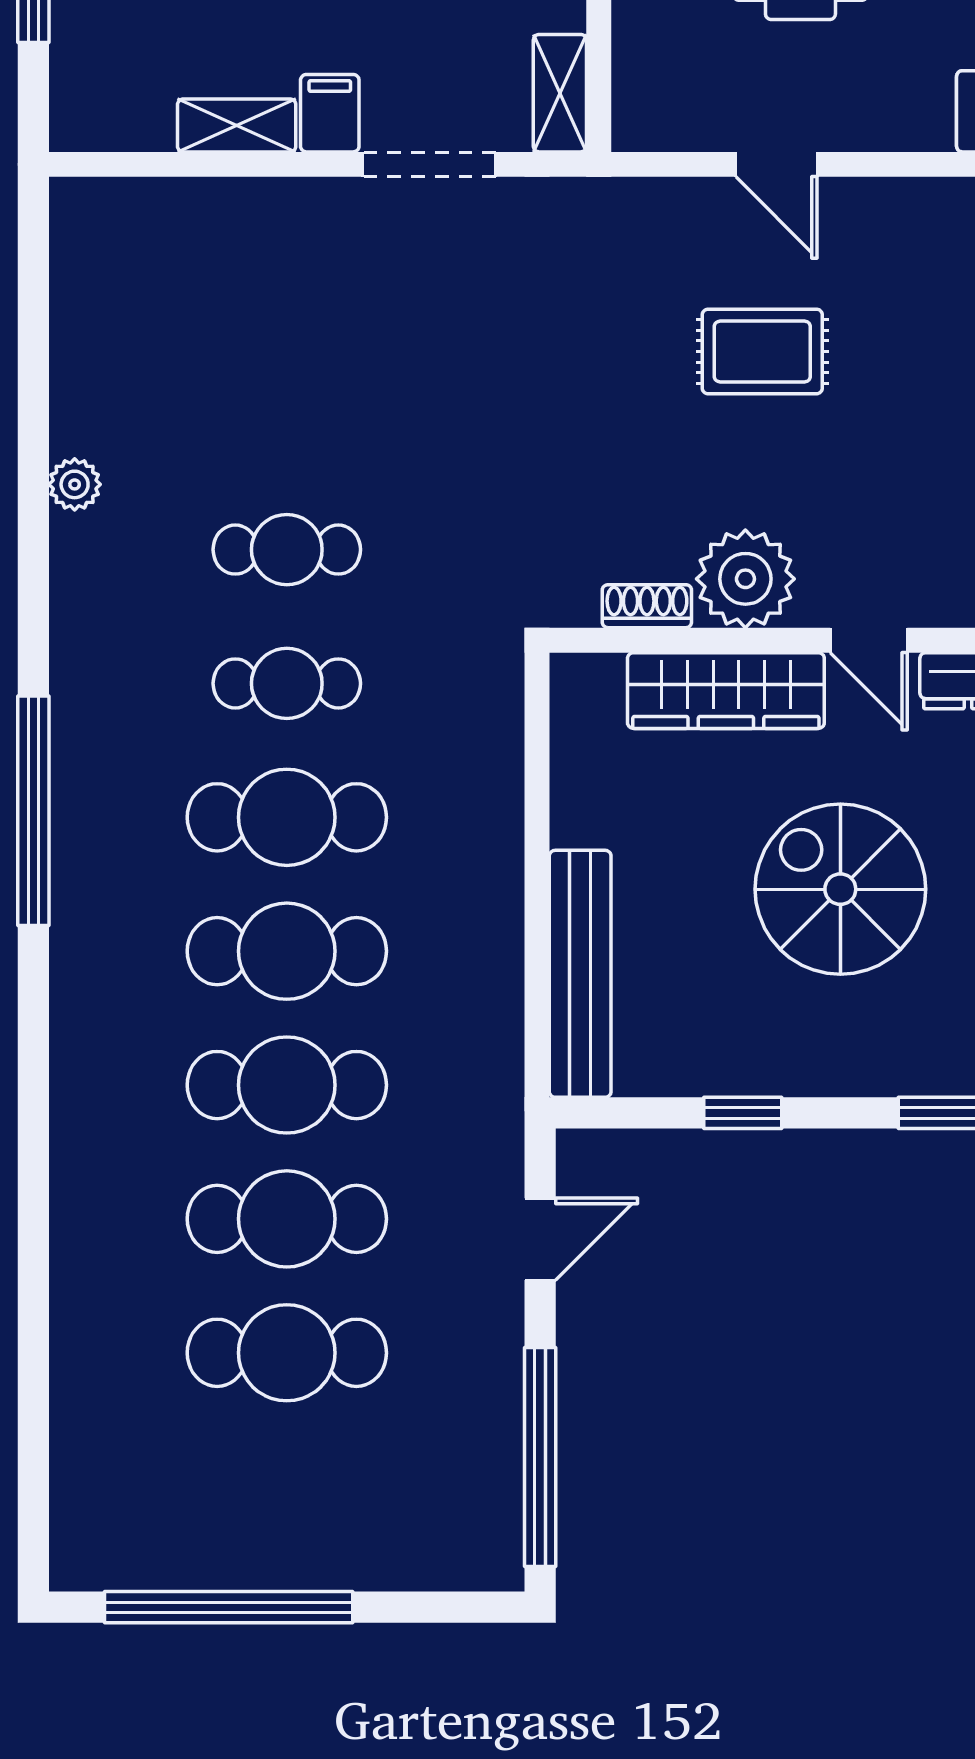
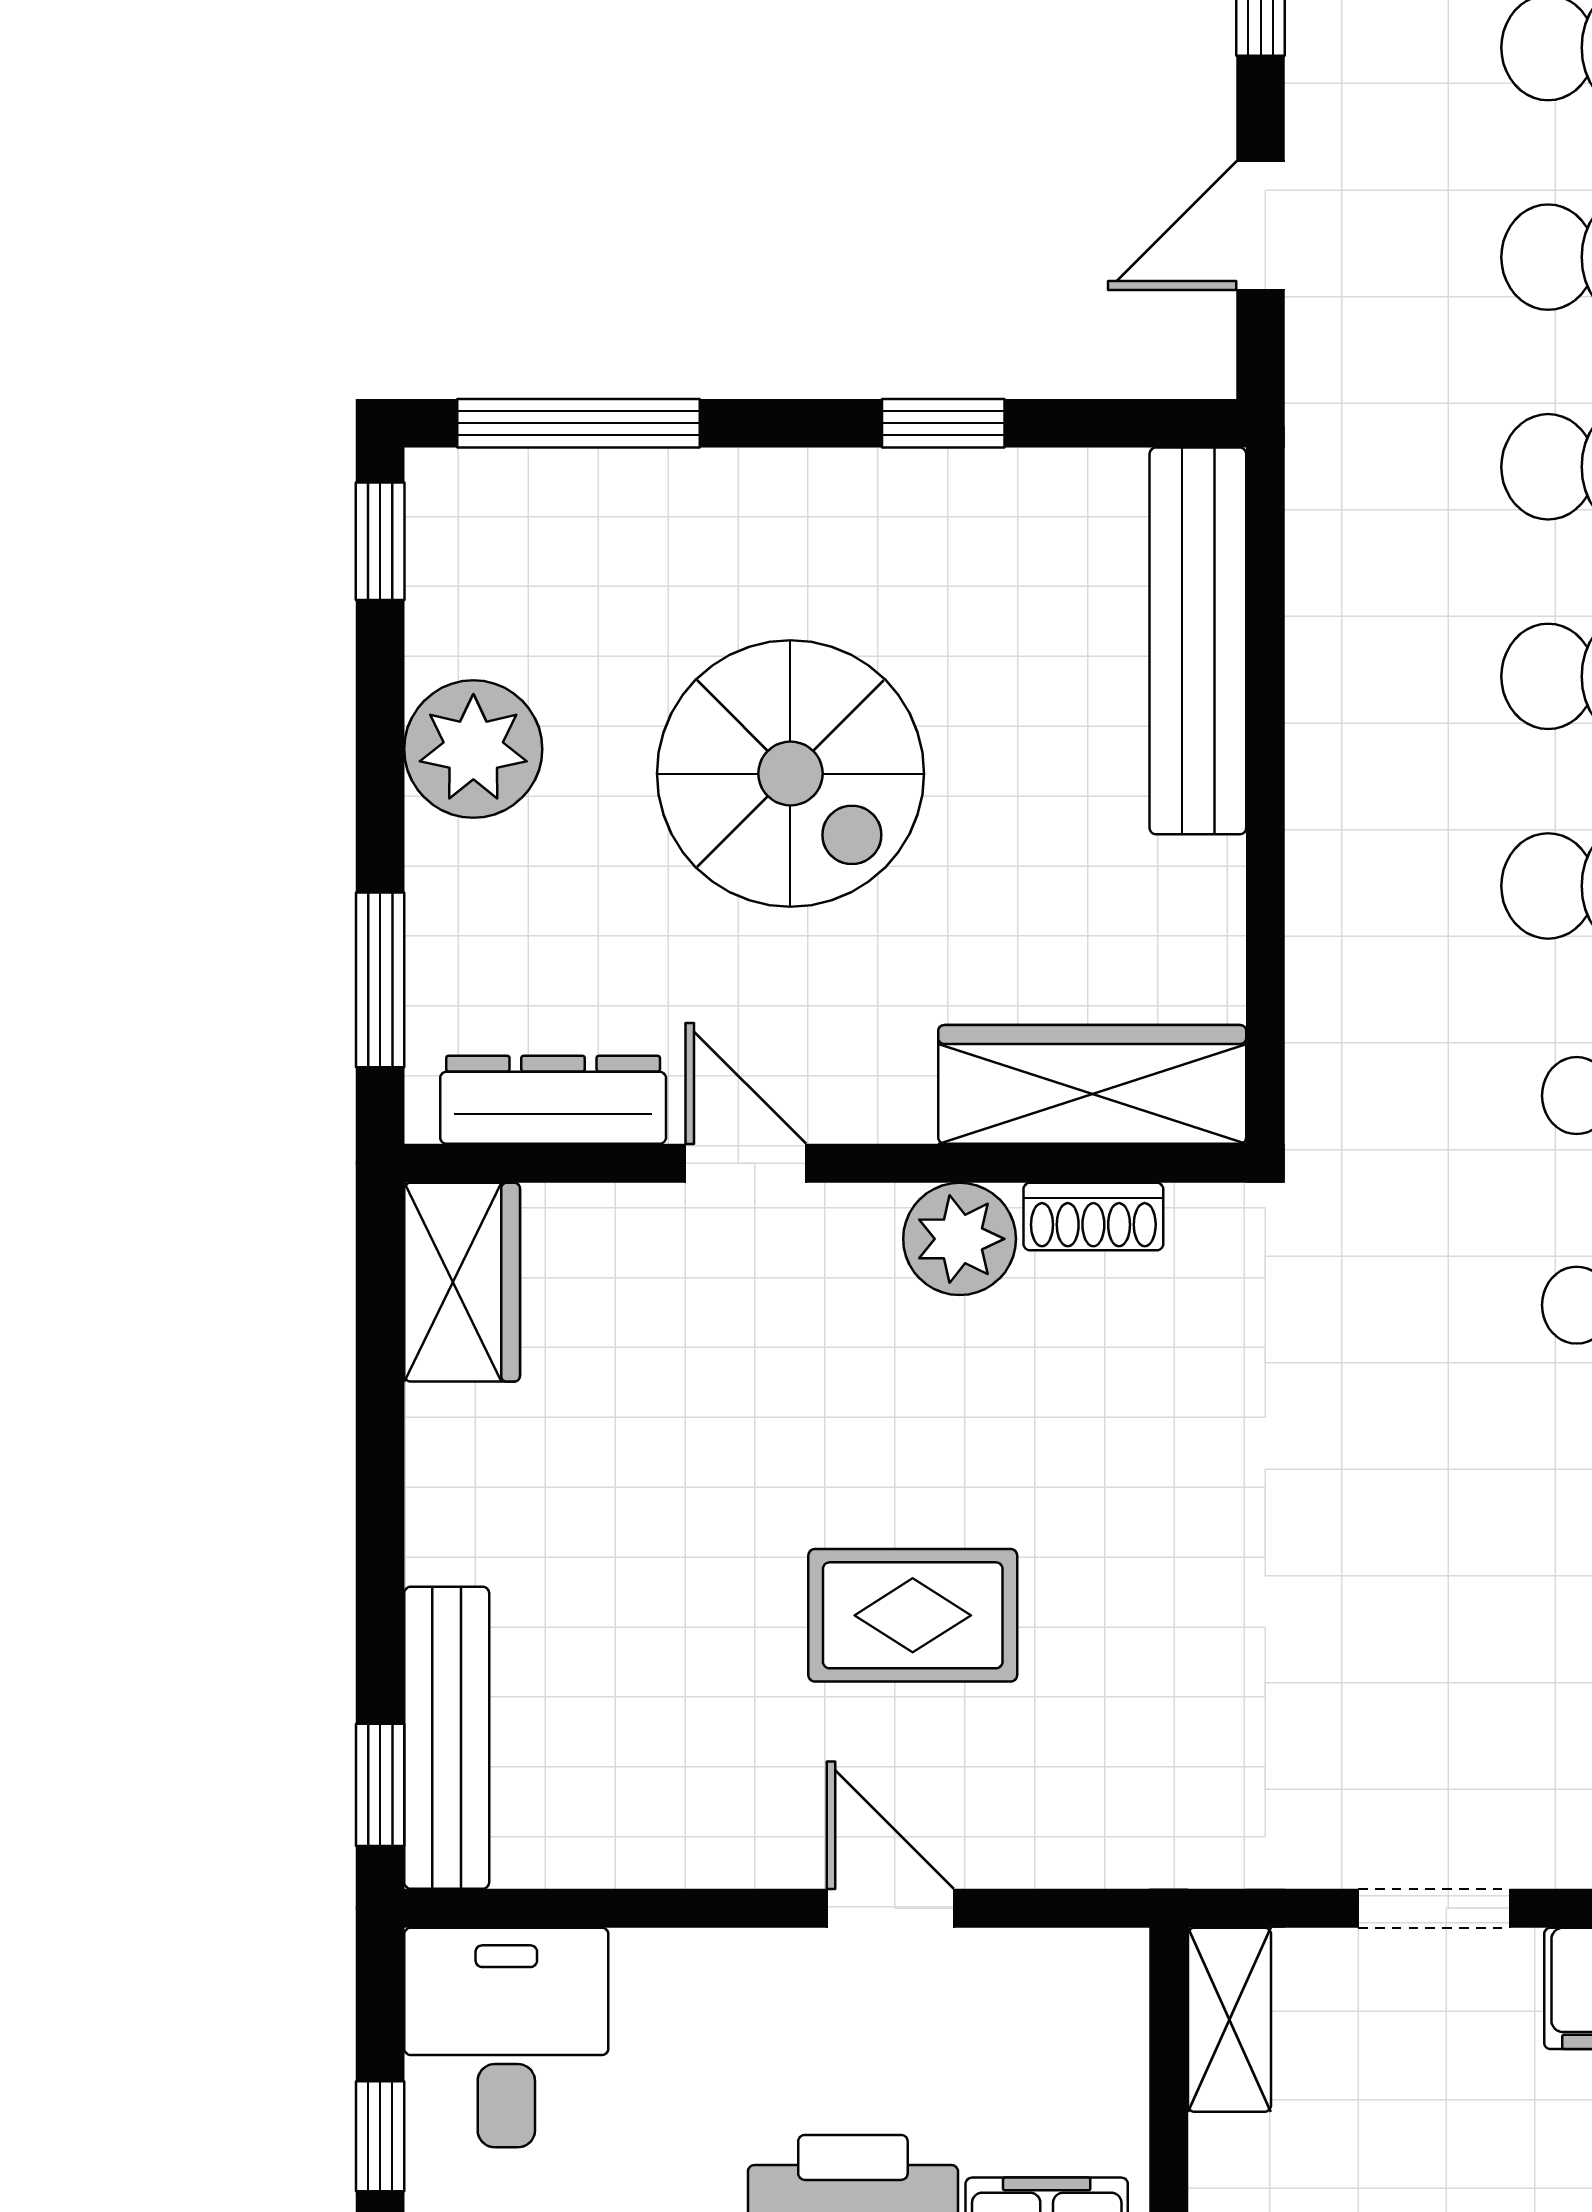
doorway: (429, 164) -> (1434, 1908), width x0.73
plant: (745, 579) -> (960, 1239), width x0.73, depth x0.73
wardrobe: (726, 691) -> (1092, 1084), moved

